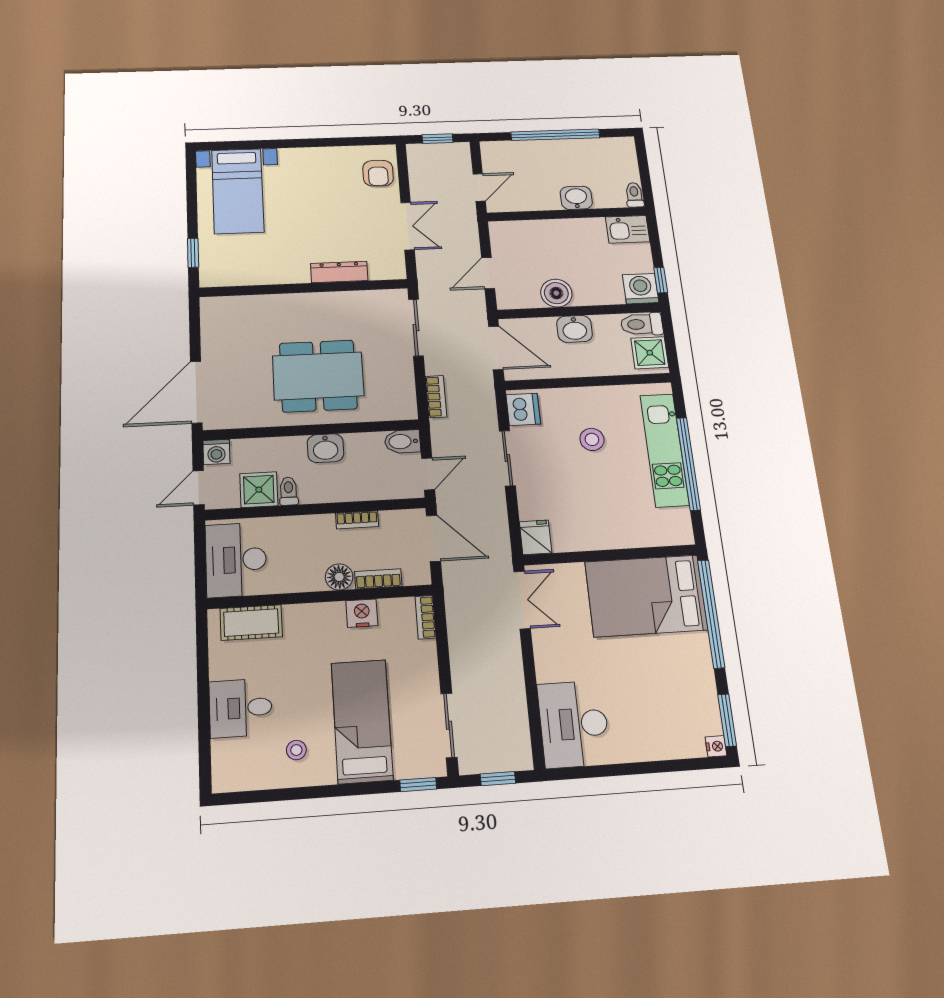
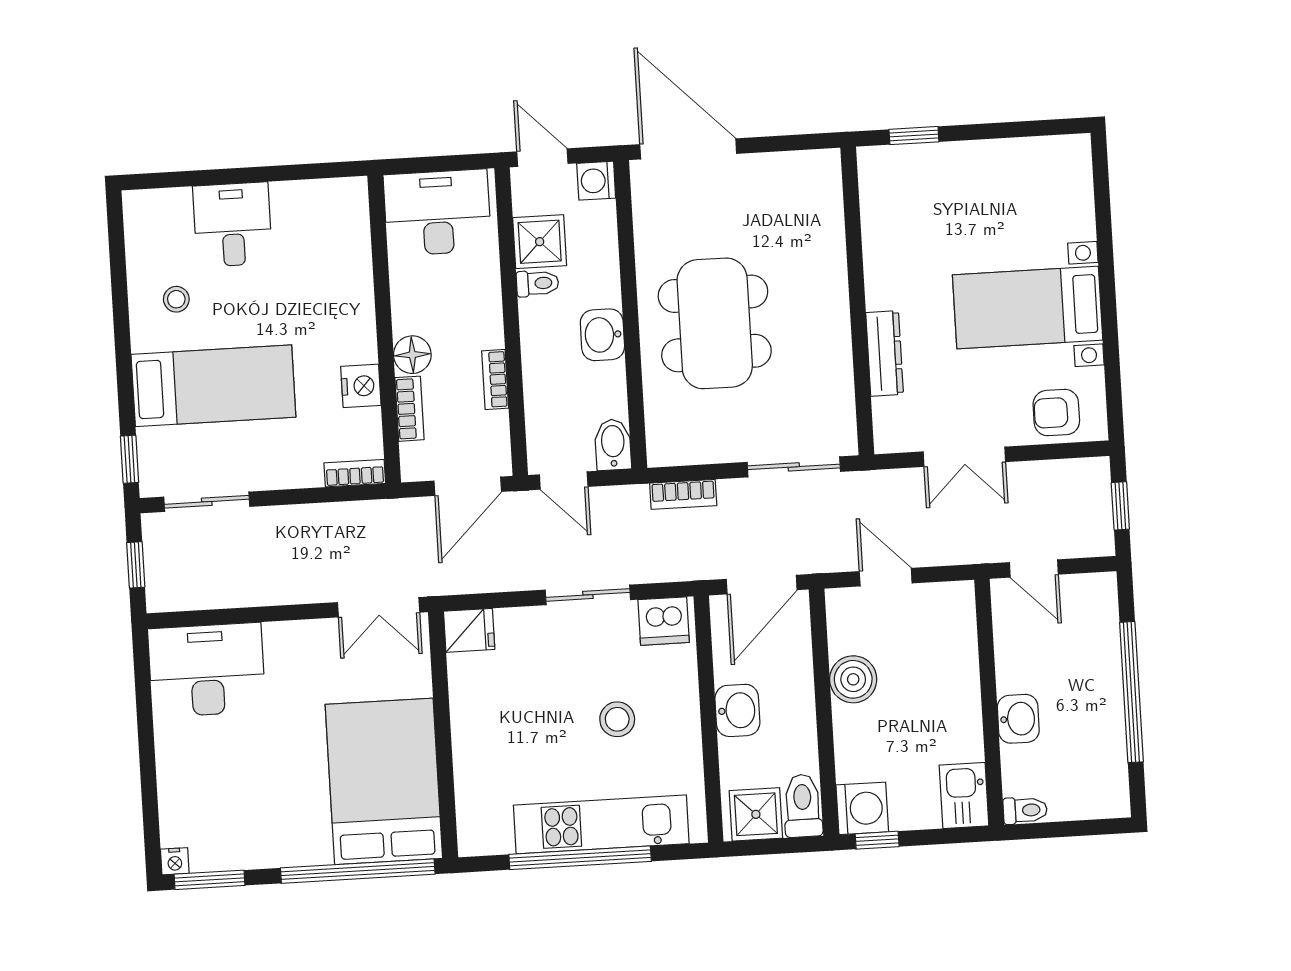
bed with nightstands: (238, 191) -> (1028, 307), moved
washbasin: (575, 329) -> (737, 710), moved, turned 180
cot: (251, 623) -> (349, 236), removed

